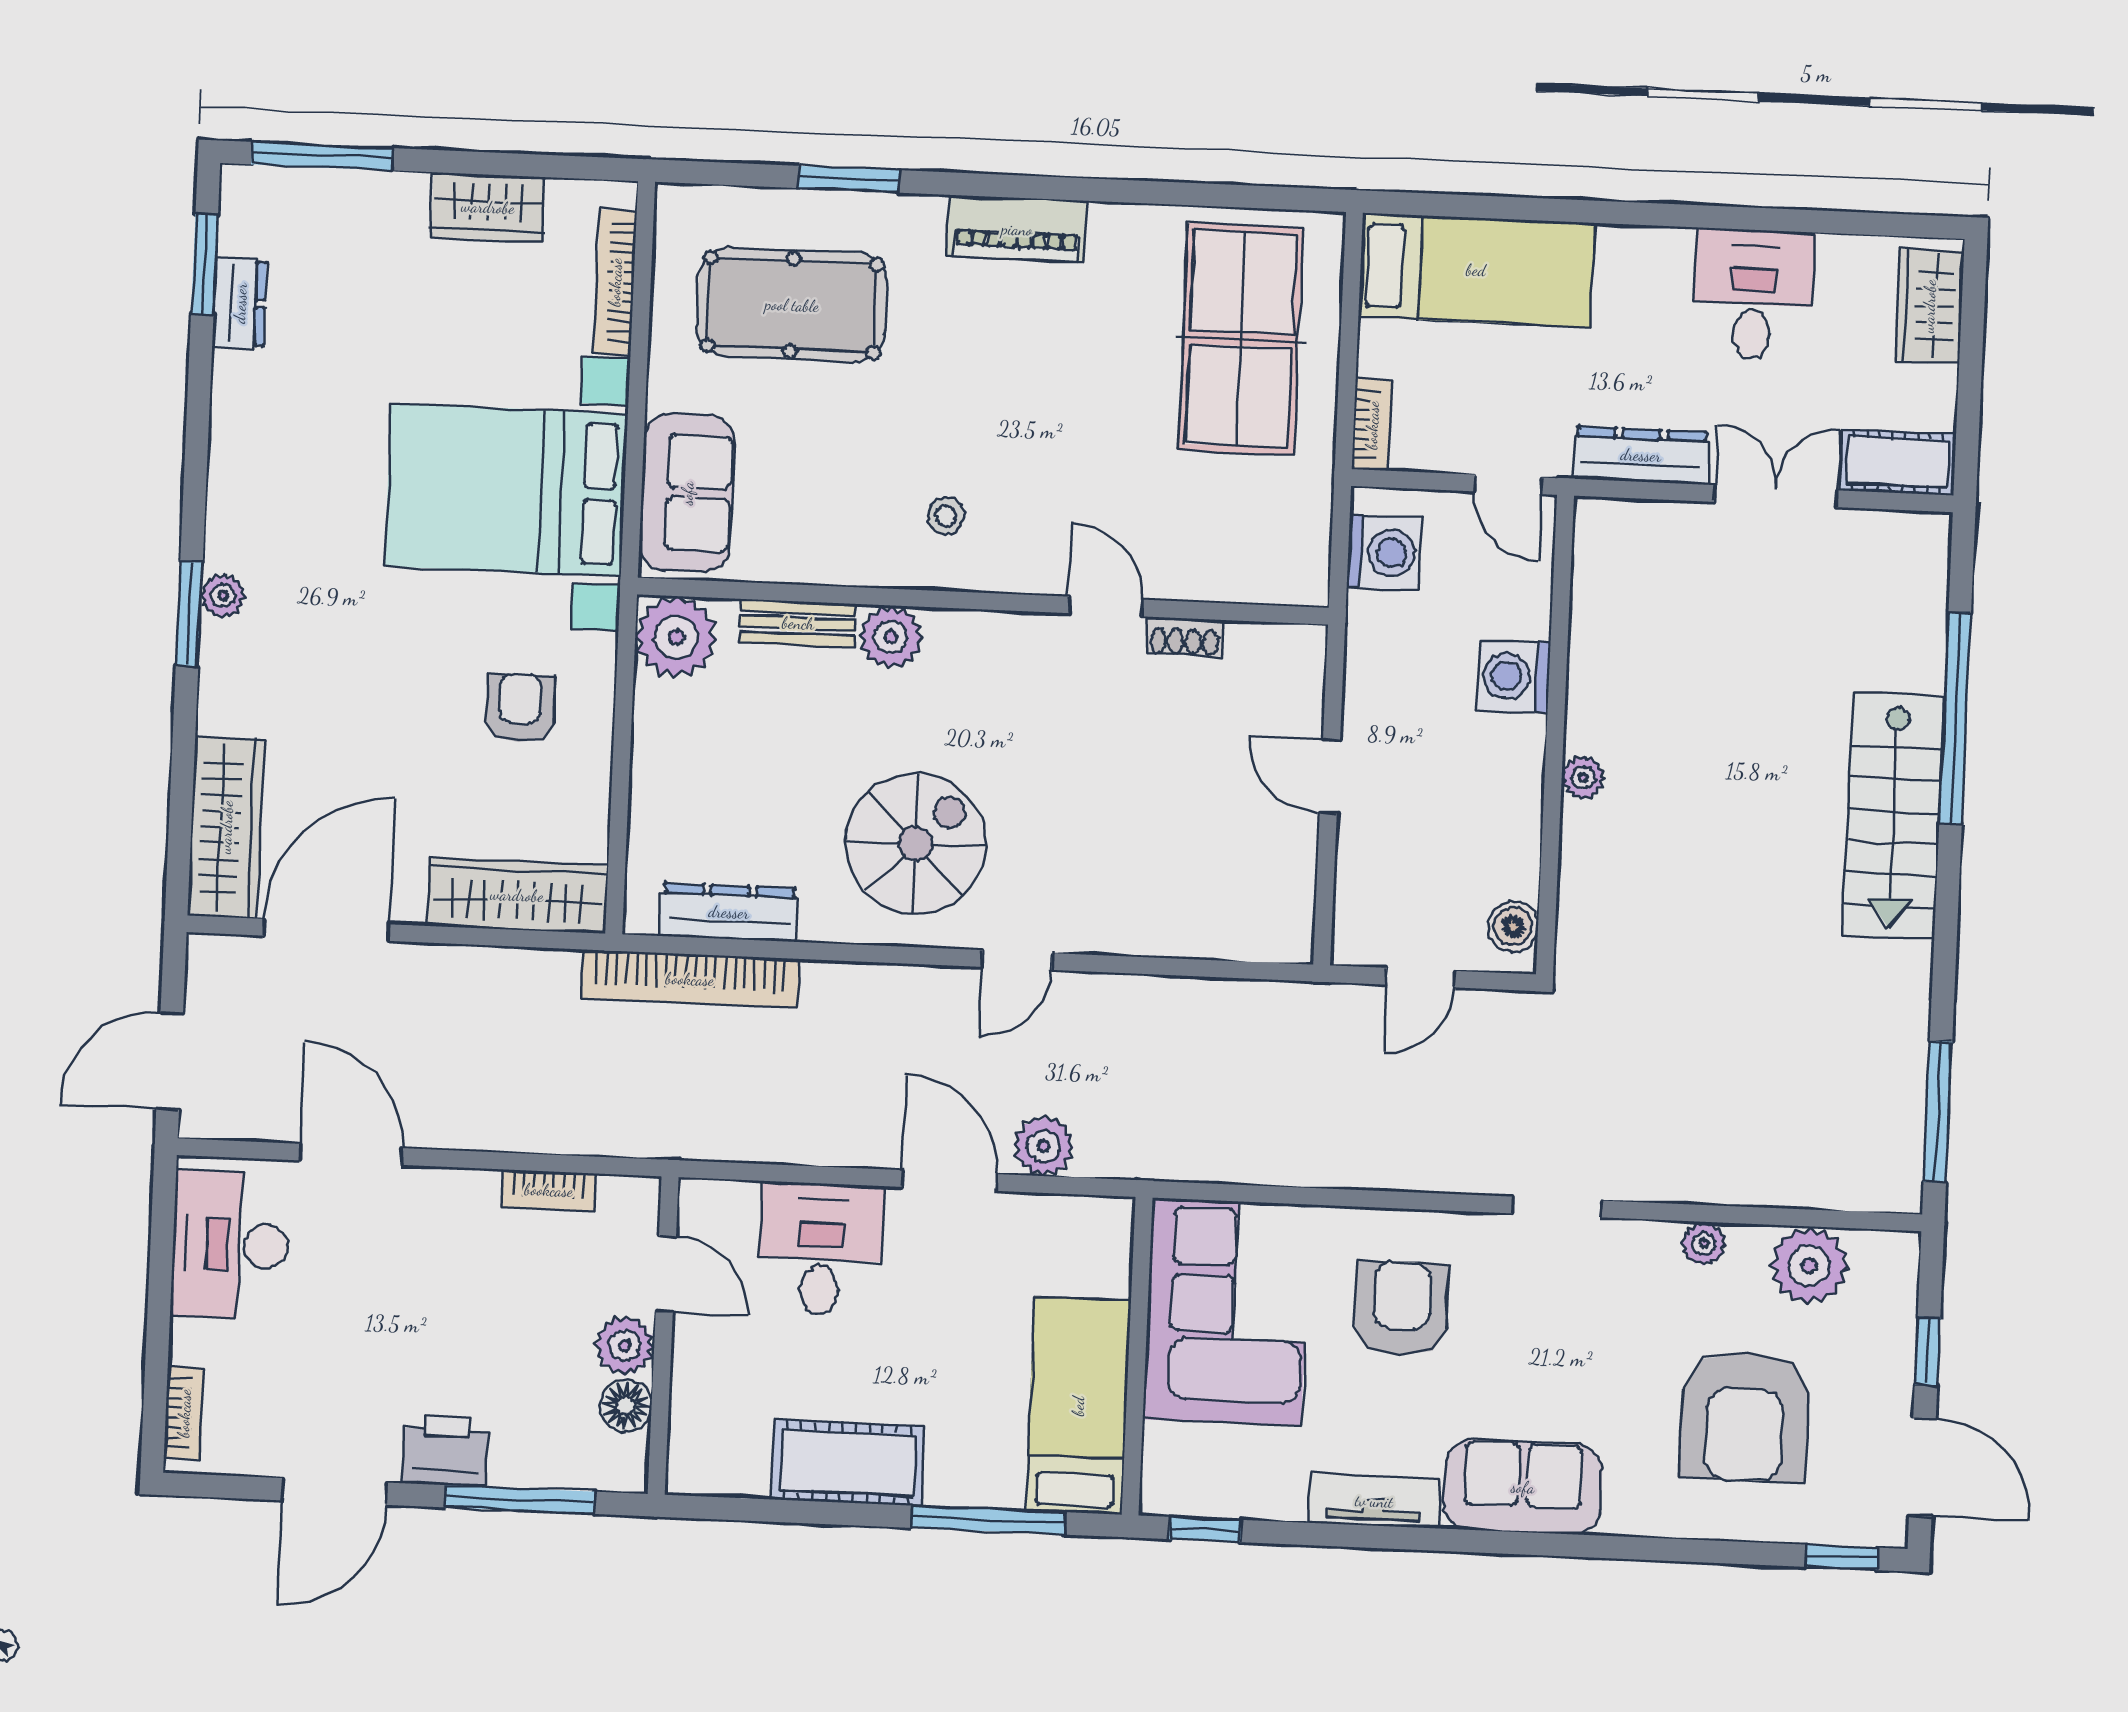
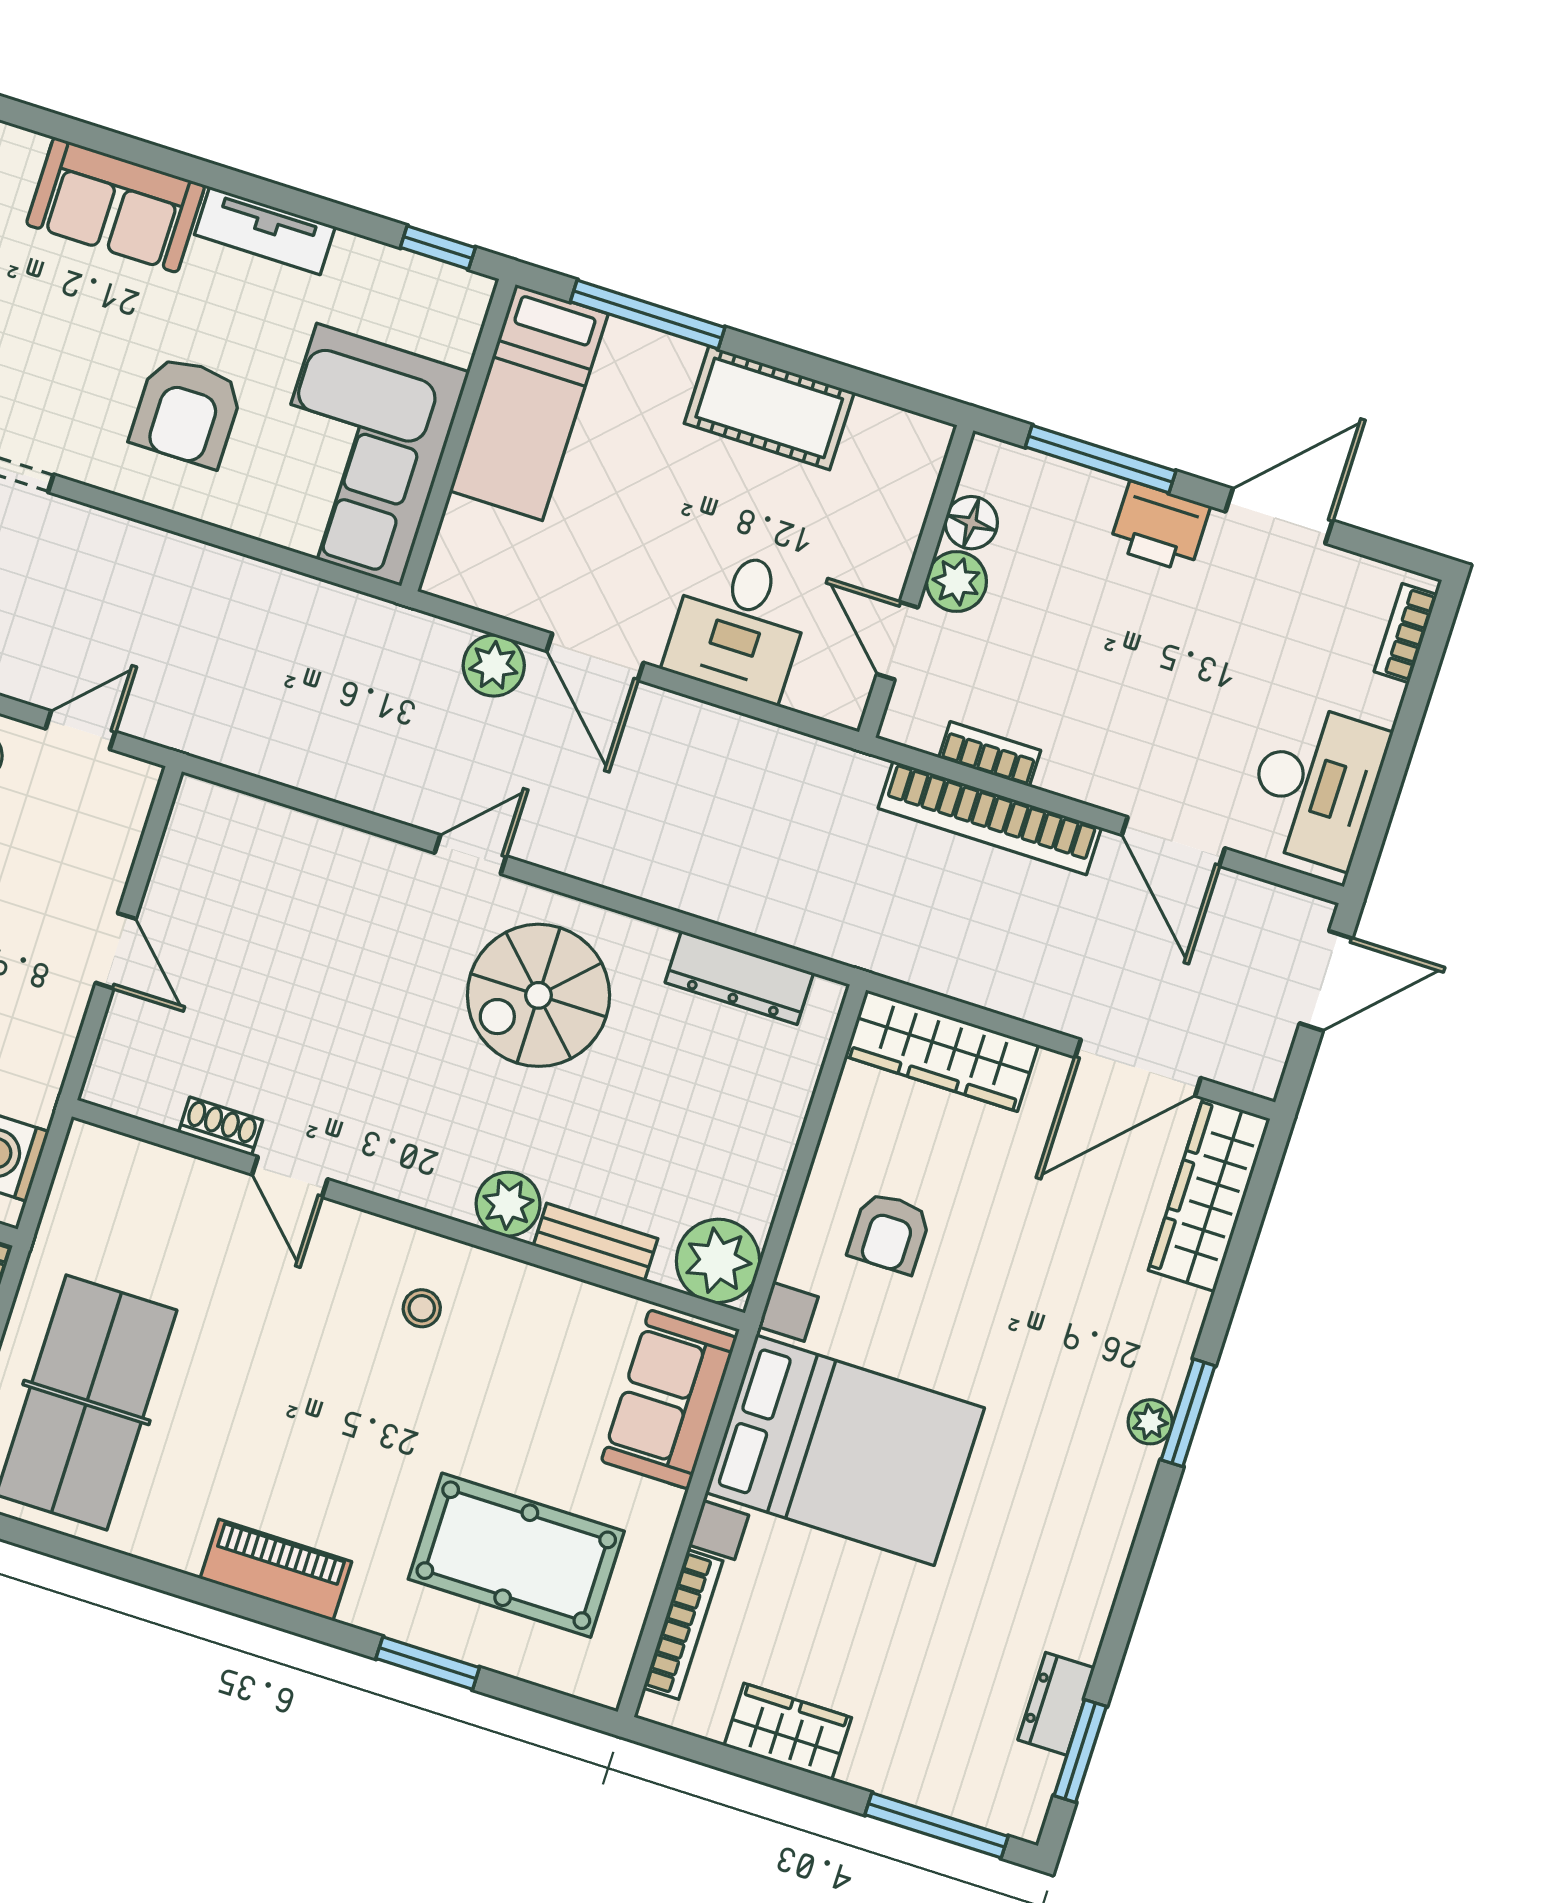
bookcase: (690, 979) -> (990, 818), moved, turned 180

